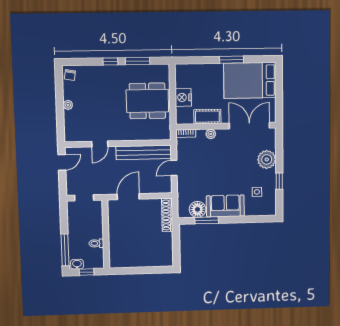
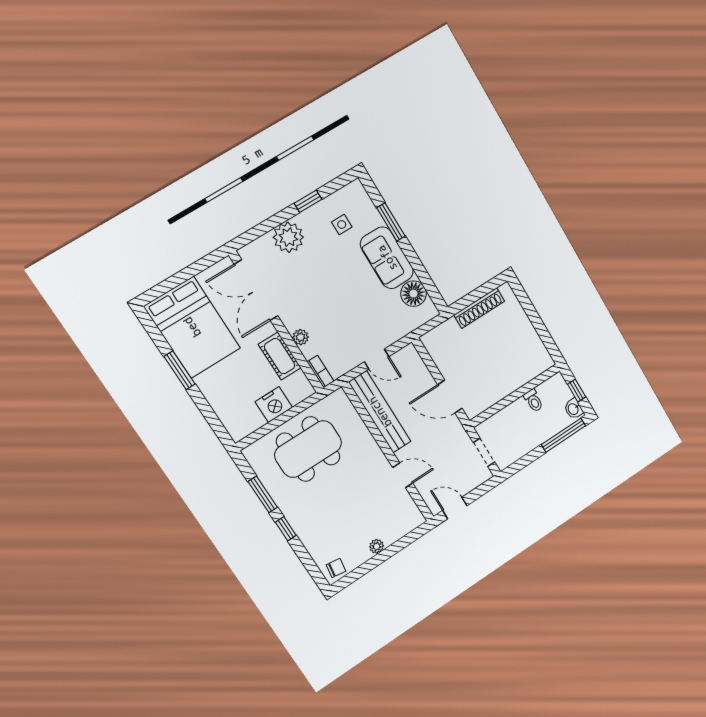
dining table: (147, 101) -> (308, 449), turned 90
shoe rack: (167, 215) -> (479, 308), moved
window: (207, 220) -> (391, 222), moved

